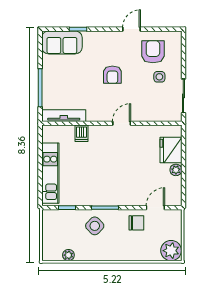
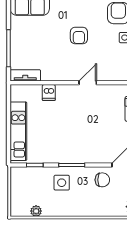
tv unit: (64, 116) -> (25, 75), width x0.71
side table: (95, 226) -> (62, 183), turned 45

